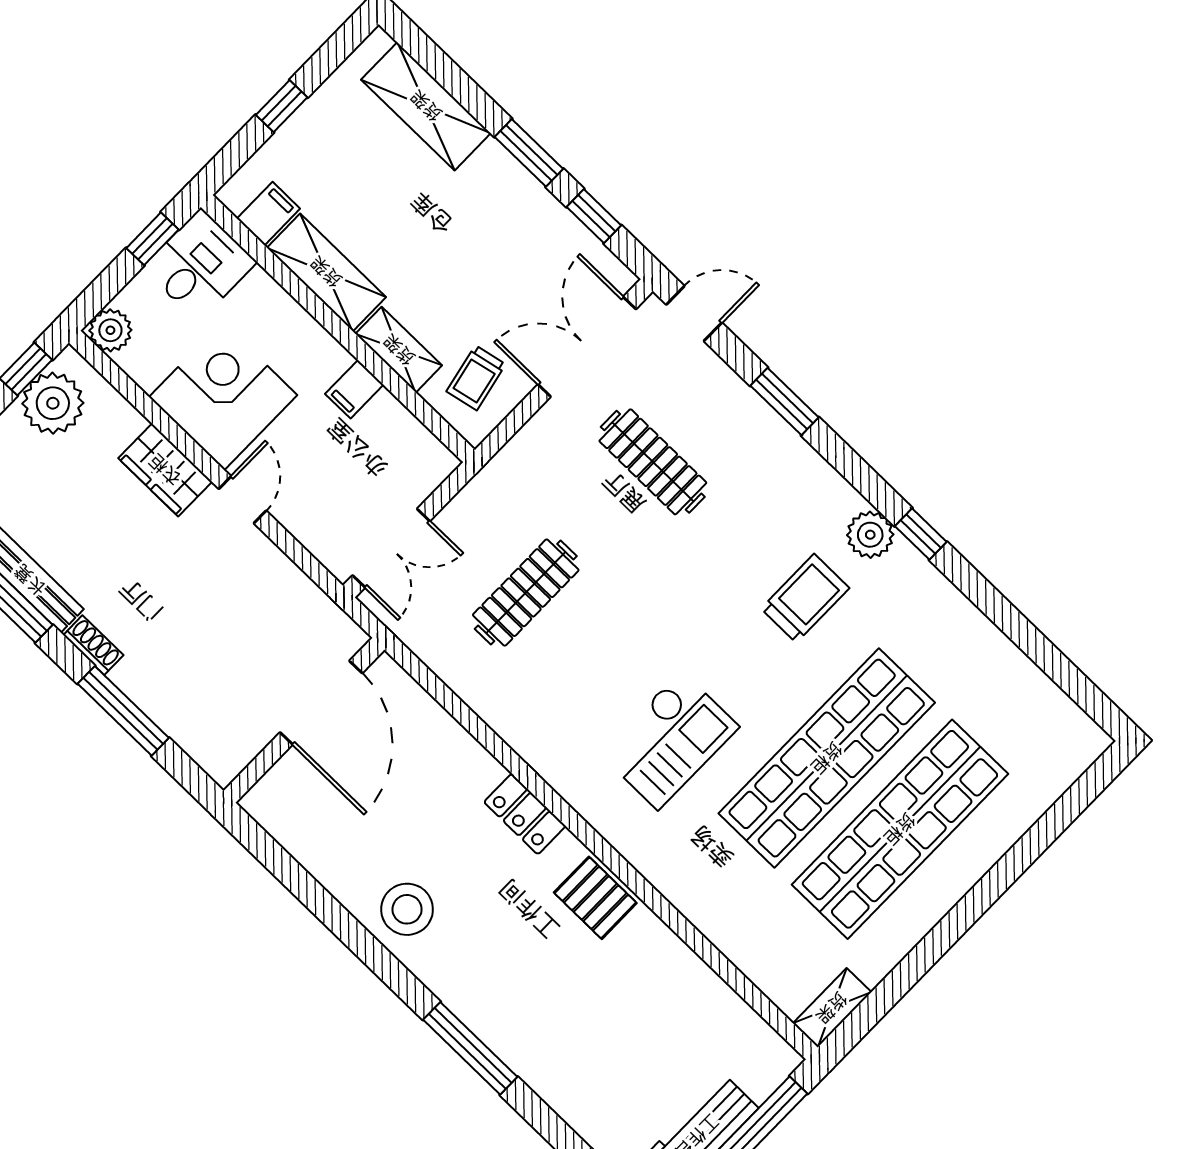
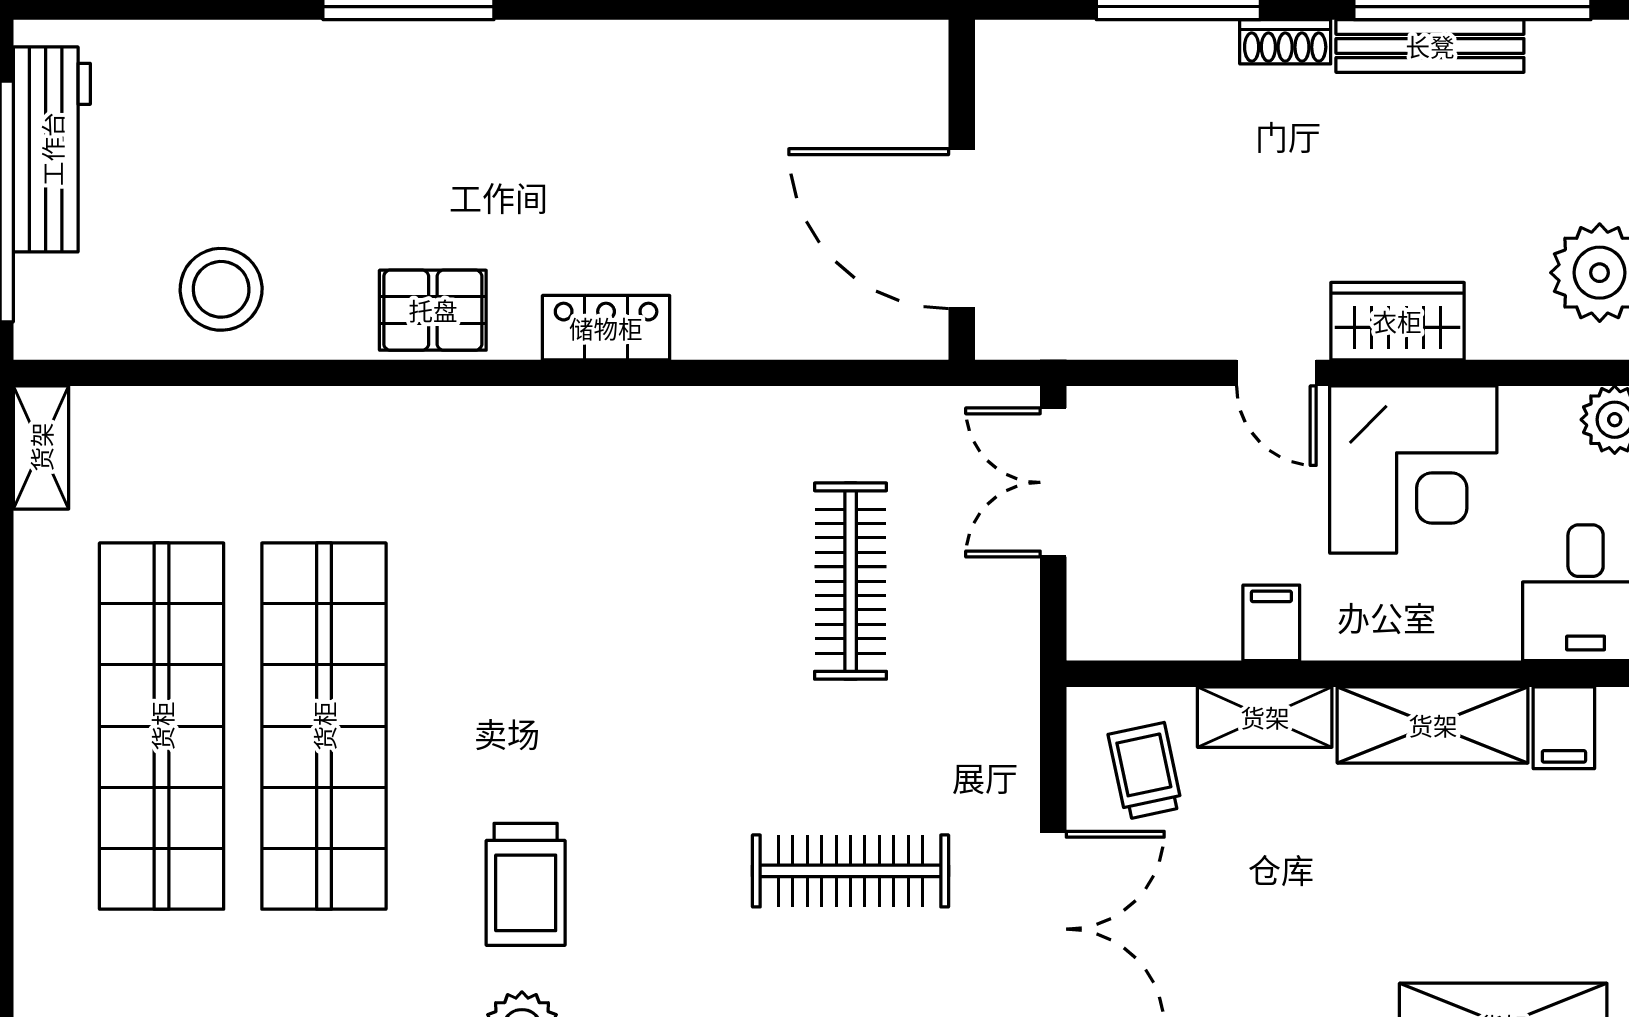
checkout: (669, 740) -> (523, 572), removed
stool: (407, 909) -> (221, 289), moved

